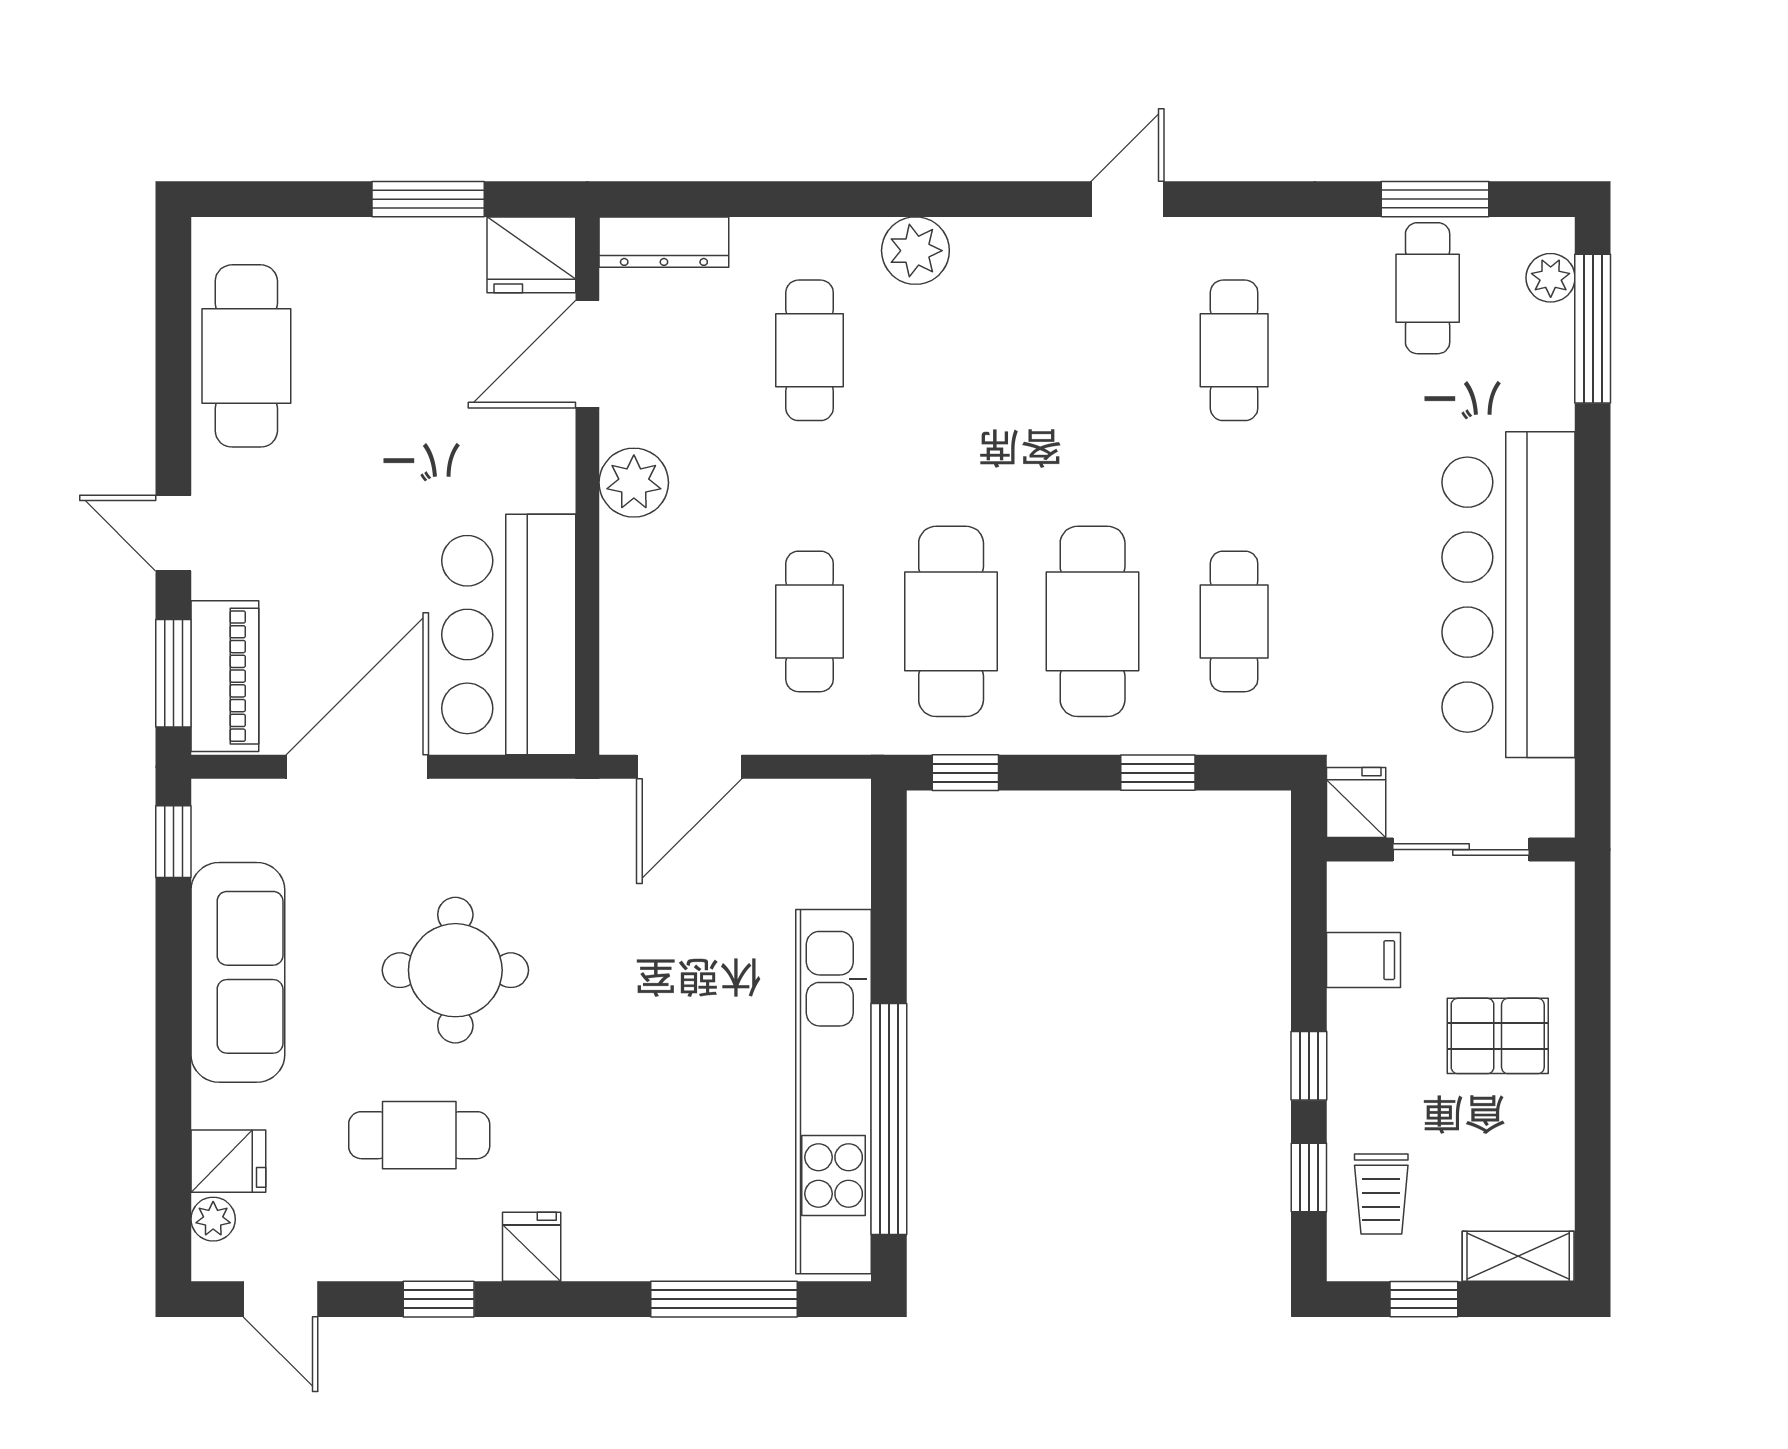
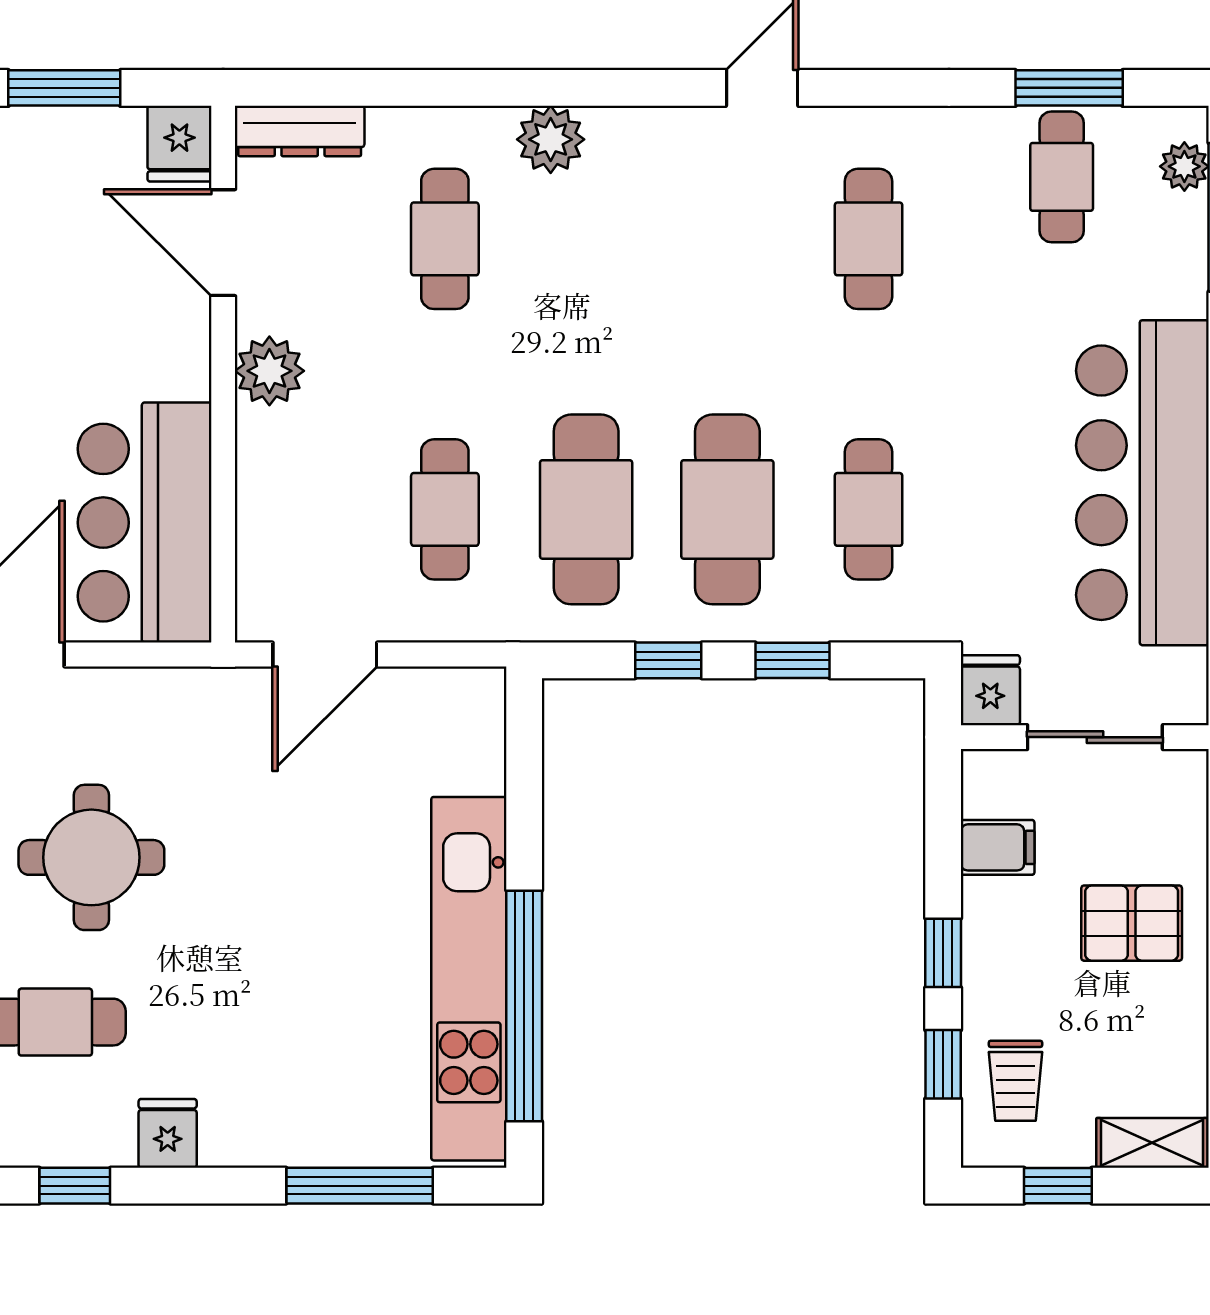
fridge: (531, 255) -> (179, 144), width x0.72
door: (587, 354) -> (223, 243), hinge flipped
window: (965, 773) -> (668, 660), moved

